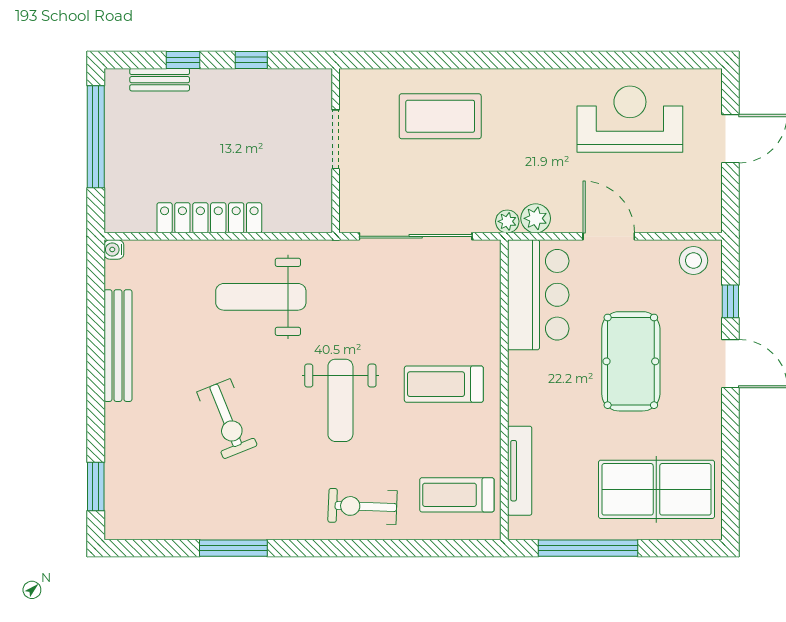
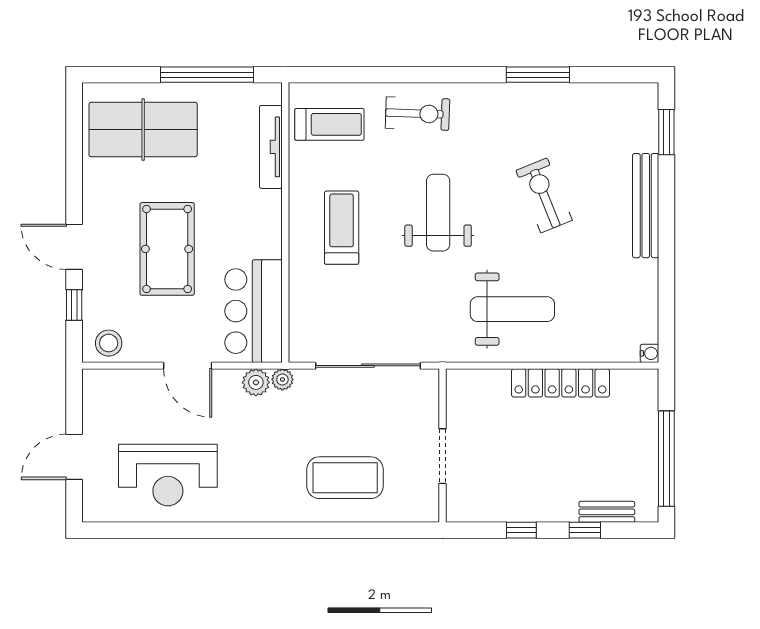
bench: (118, 346) -> (646, 206), moved
treadmill: (444, 384) -> (342, 228), turned -90

